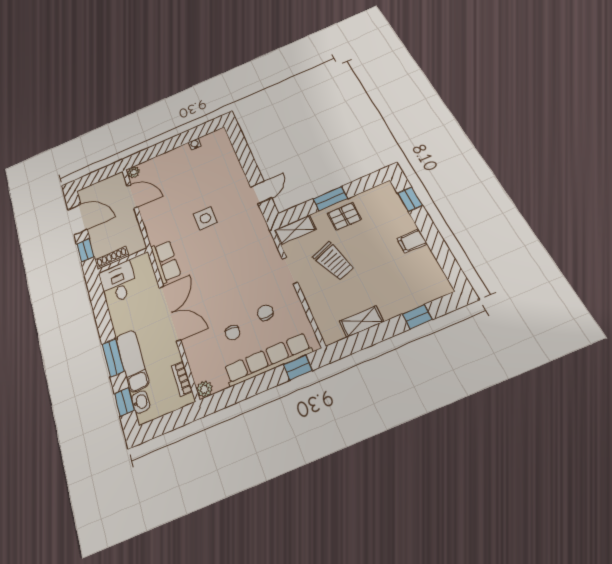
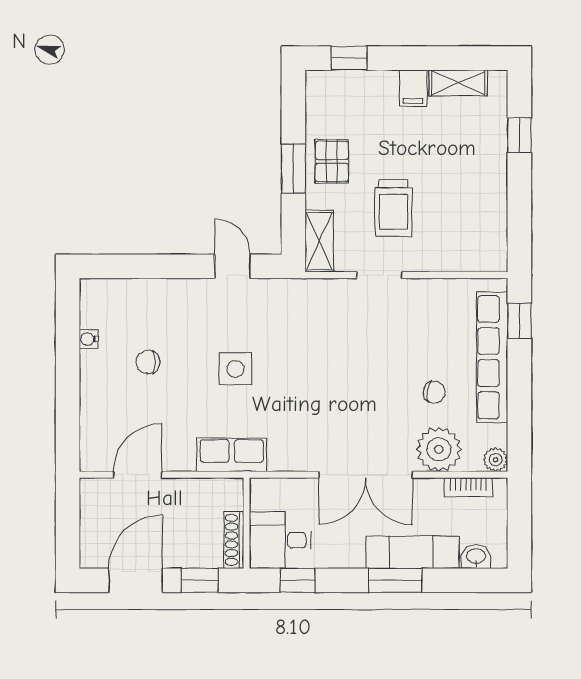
plant: (133, 172) -> (439, 449), moved, width x1.88, depth x1.88
row of seats: (166, 261) -> (232, 455), moved
trolley: (334, 261) -> (393, 208), turned 110
double door: (170, 313) -> (366, 475), swing flipped
chair: (265, 313) -> (148, 362), moved
shelving: (362, 321) -> (458, 83), moved, turned 90
window: (125, 402) -> (297, 580), moved

